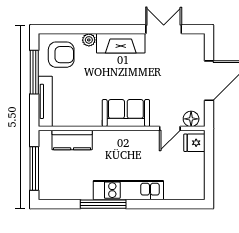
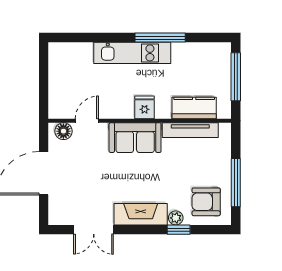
window: (86, 29) -> (179, 230), added
tv unit: (45, 101) -> (190, 130), moved, turned -90
fridge: (194, 143) -> (145, 107), moved, turned -90

